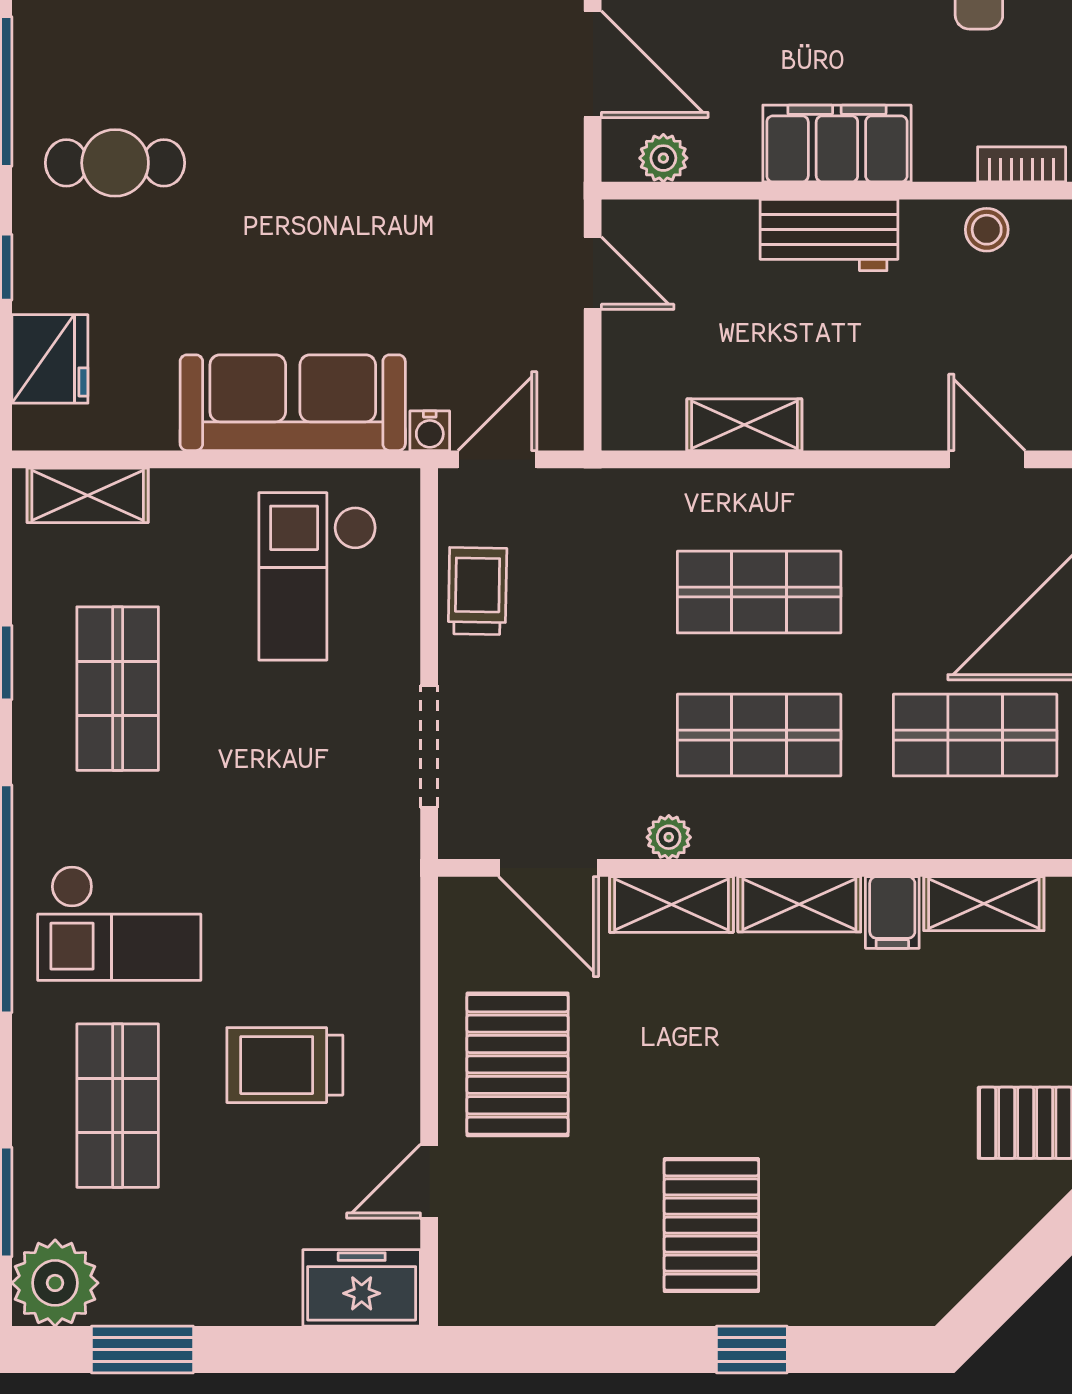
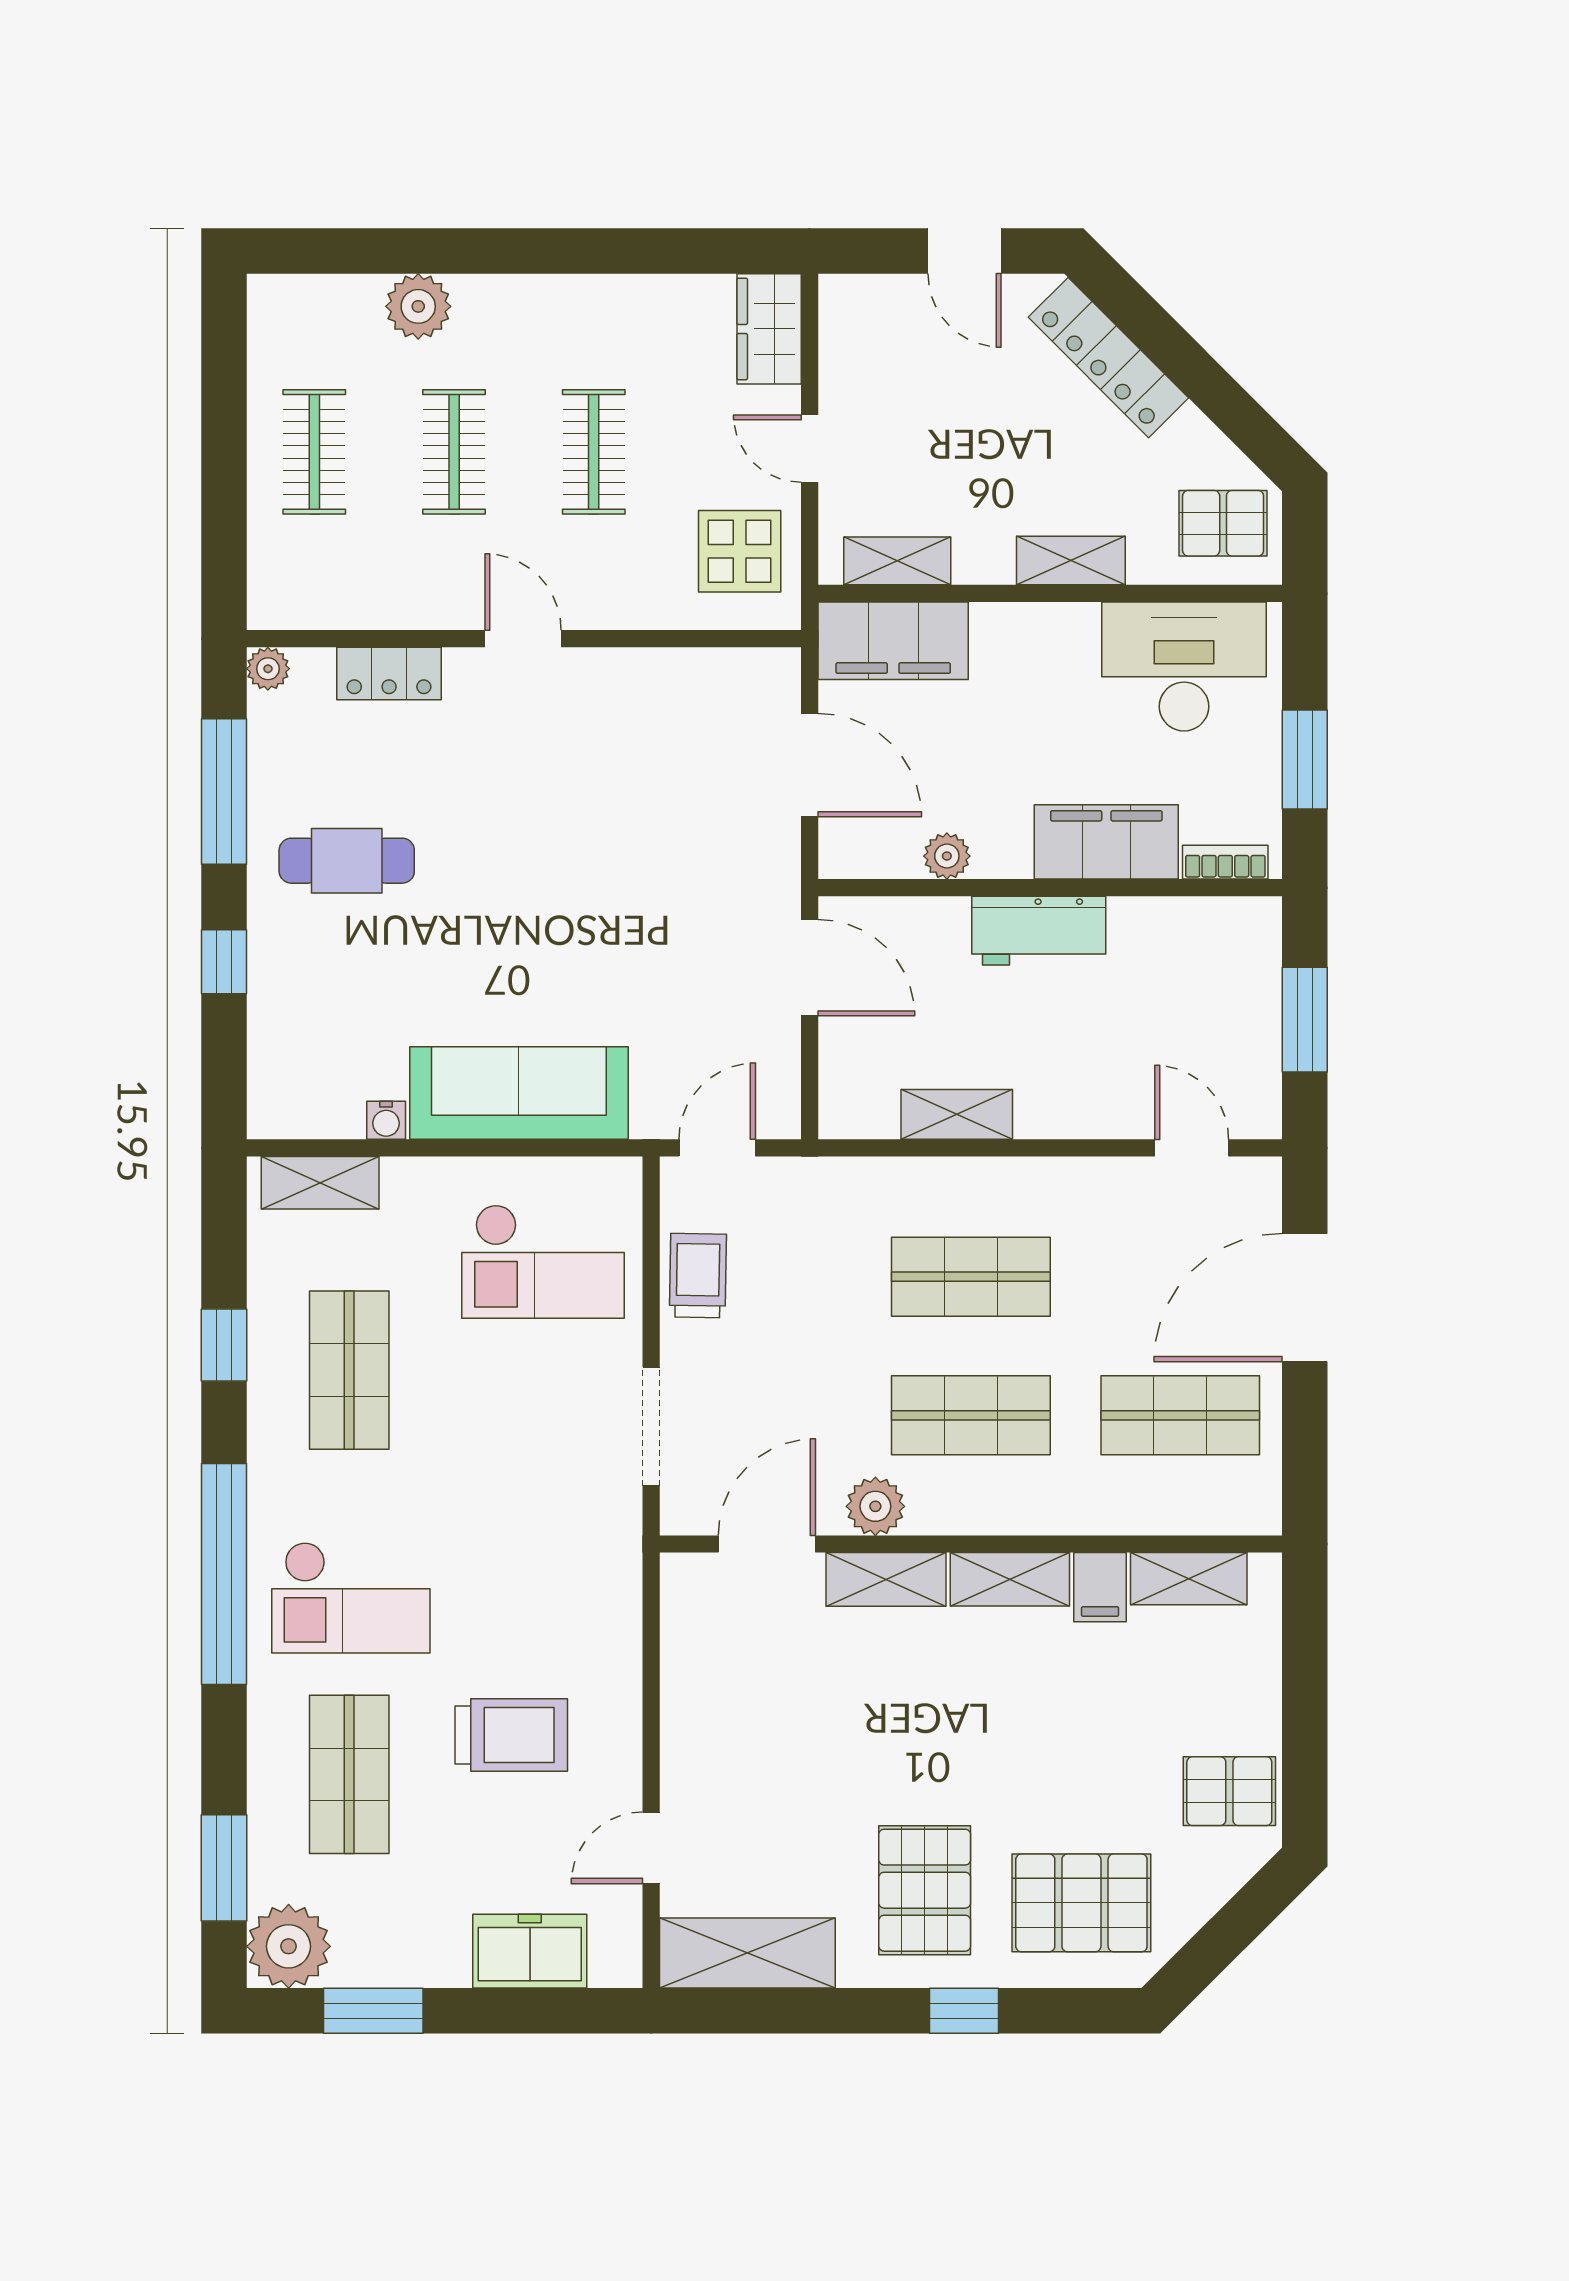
filing cabinet: (837, 144) -> (1106, 842), moved
plant: (663, 158) -> (947, 856), moved
stool: (987, 230) -> (1192, 925), removed
door: (593, 273) -> (810, 968), width x1.37
fridge: (50, 359) -> (284, 1051), removed
water cooler: (430, 431) -> (386, 1120), moved
checkout: (318, 576) -> (543, 1261), turned -90
plant: (669, 837) -> (875, 1506), width x1.38, depth x1.38
door: (549, 868) -> (767, 1544), swing flipped
pallet: (518, 1064) -> (1081, 1903), moved, turned 90
trolley: (285, 1065) -> (511, 1735), turned 180
freezer: (362, 1288) -> (530, 1951), moved
shelving: (529, 1290) -> (747, 1953), added

